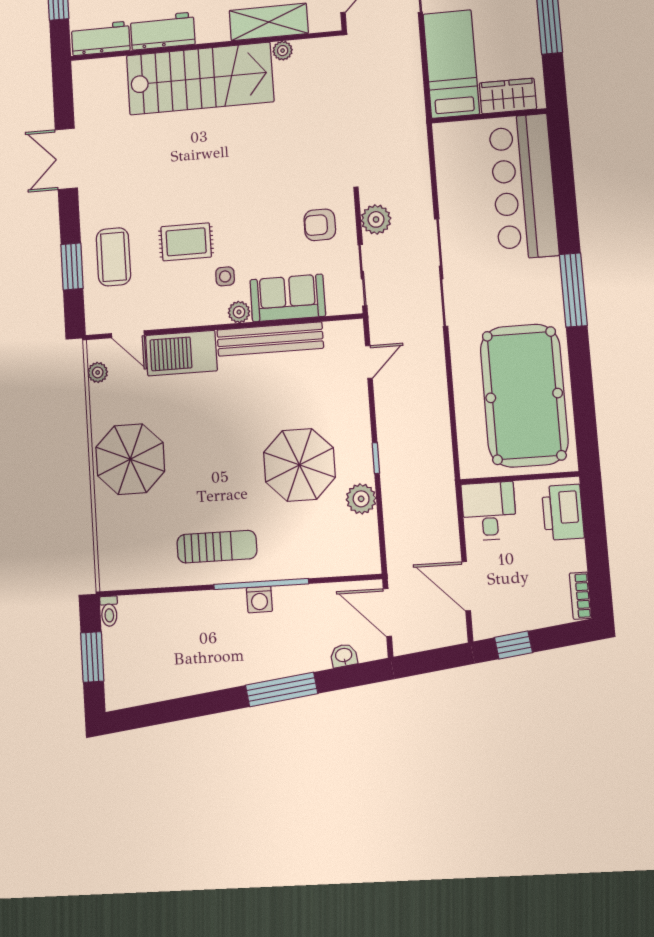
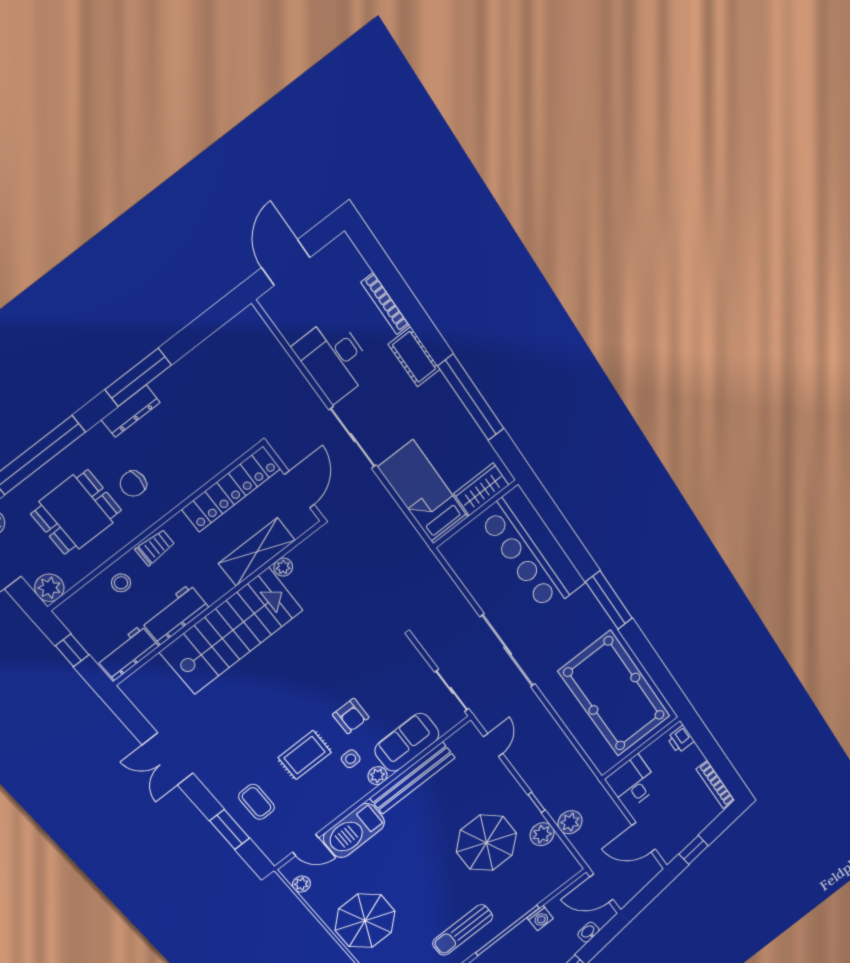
plant: (376, 219) -> (570, 822), moved
armchair: (320, 225) -> (351, 716), moved, turned -90
coffee table: (113, 257) -> (257, 802), width x0.73, depth x0.77
printer: (563, 512) -> (681, 739), width x0.53, depth x0.68
sun lounger: (217, 547) -> (463, 930), turned 180
bookcase: (580, 596) -> (715, 784), width x1.56
washing machine: (259, 600) -> (540, 918), moved

